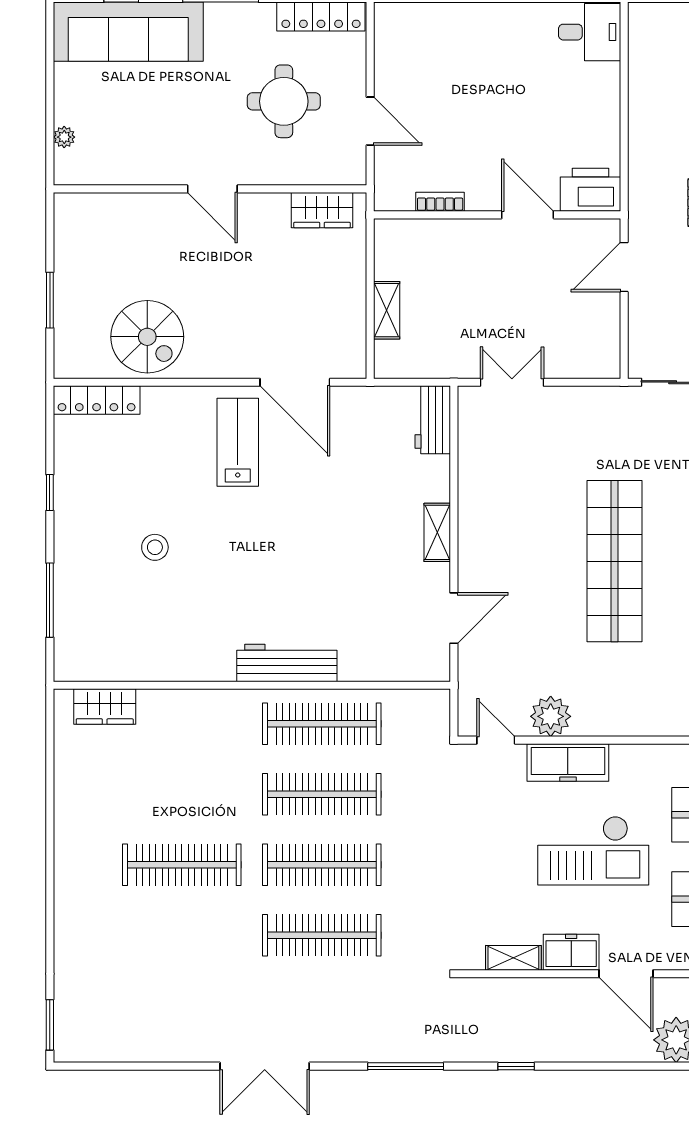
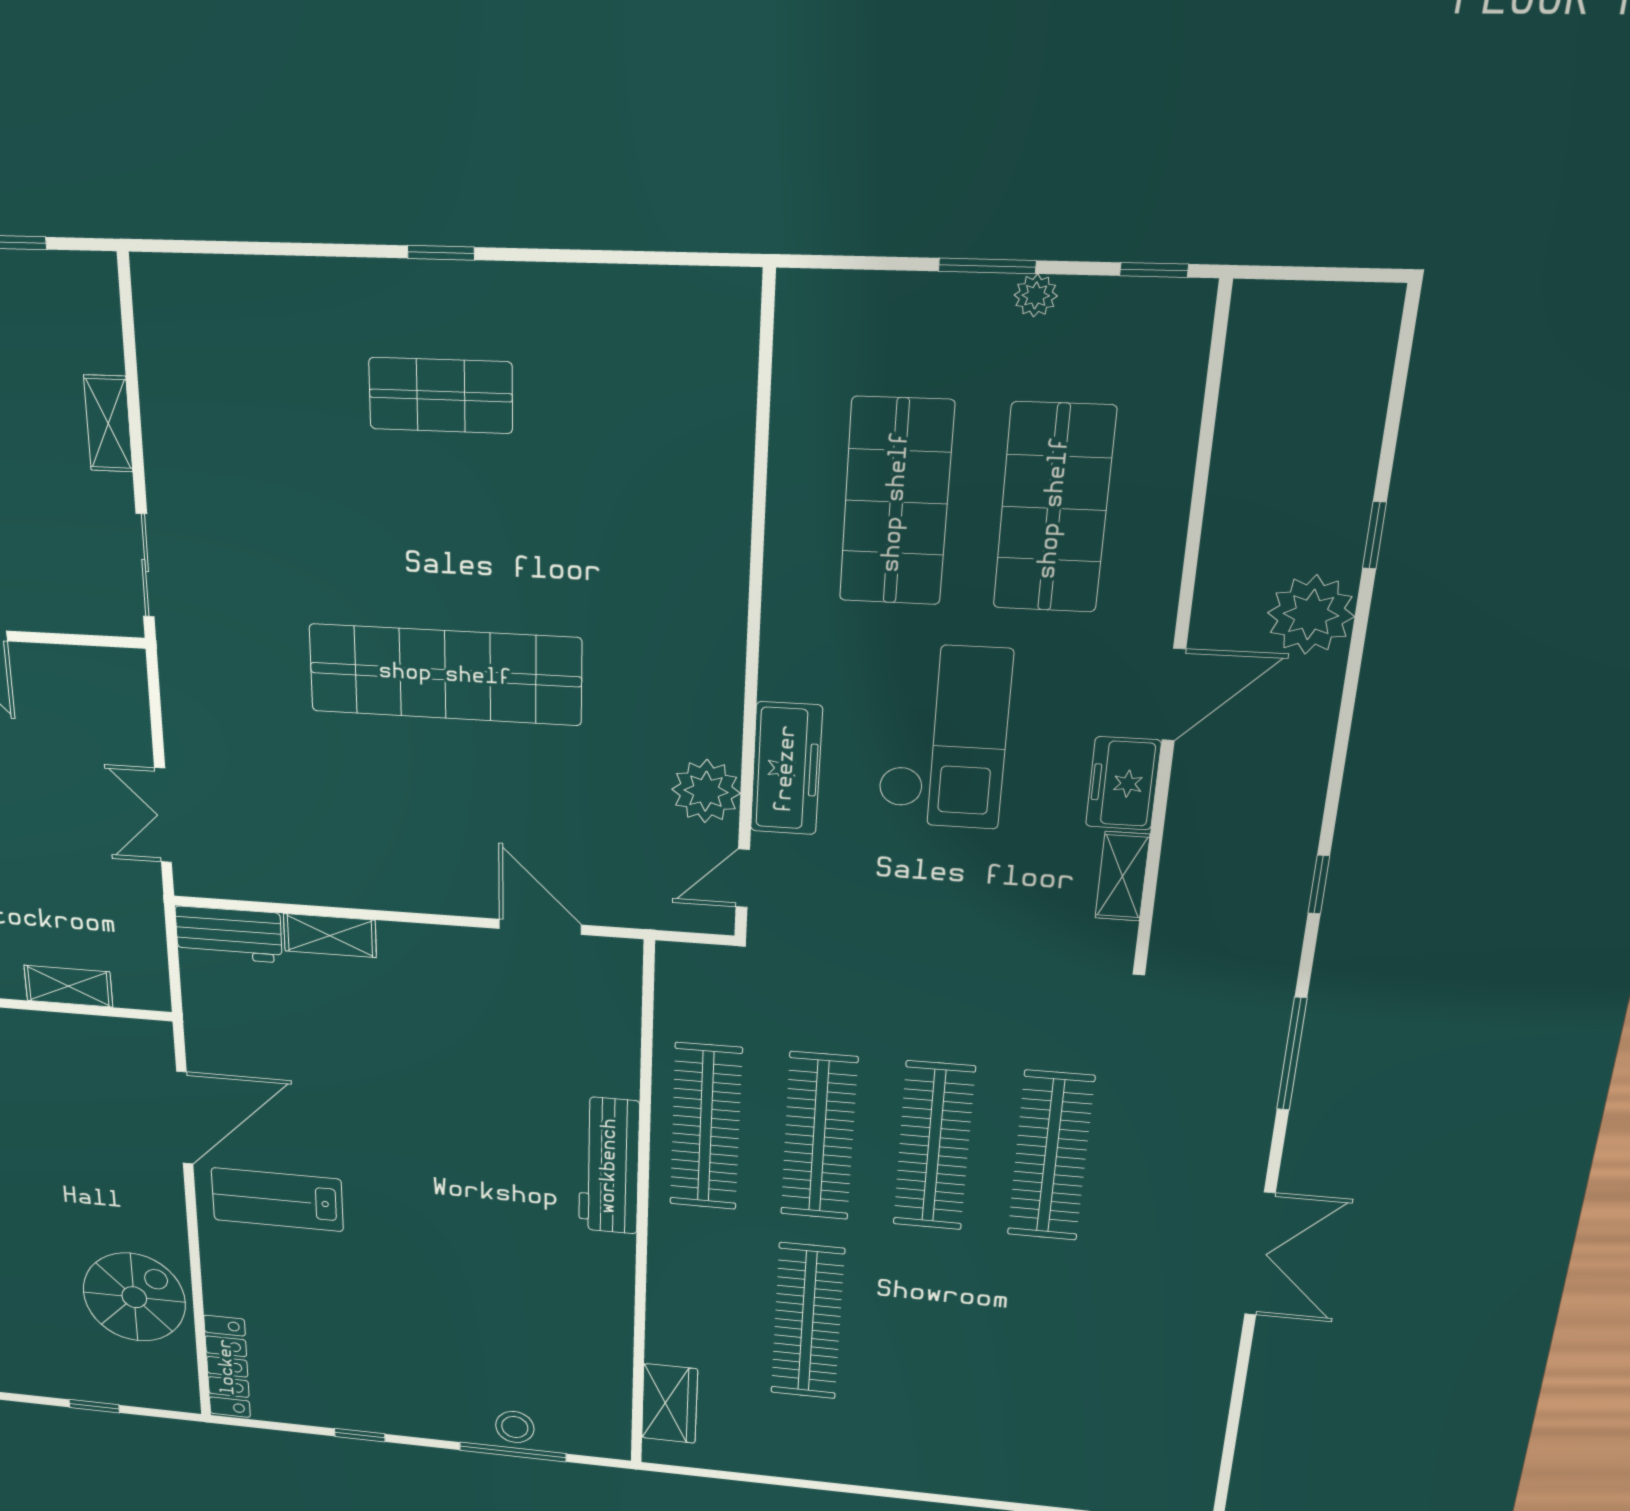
window: (50, 300) -> (94, 1406), width x0.67
shelving: (437, 532) -> (330, 936), moved
stool: (155, 547) -> (515, 1427), moved
clothes rail: (182, 865) -> (807, 1321), moved

